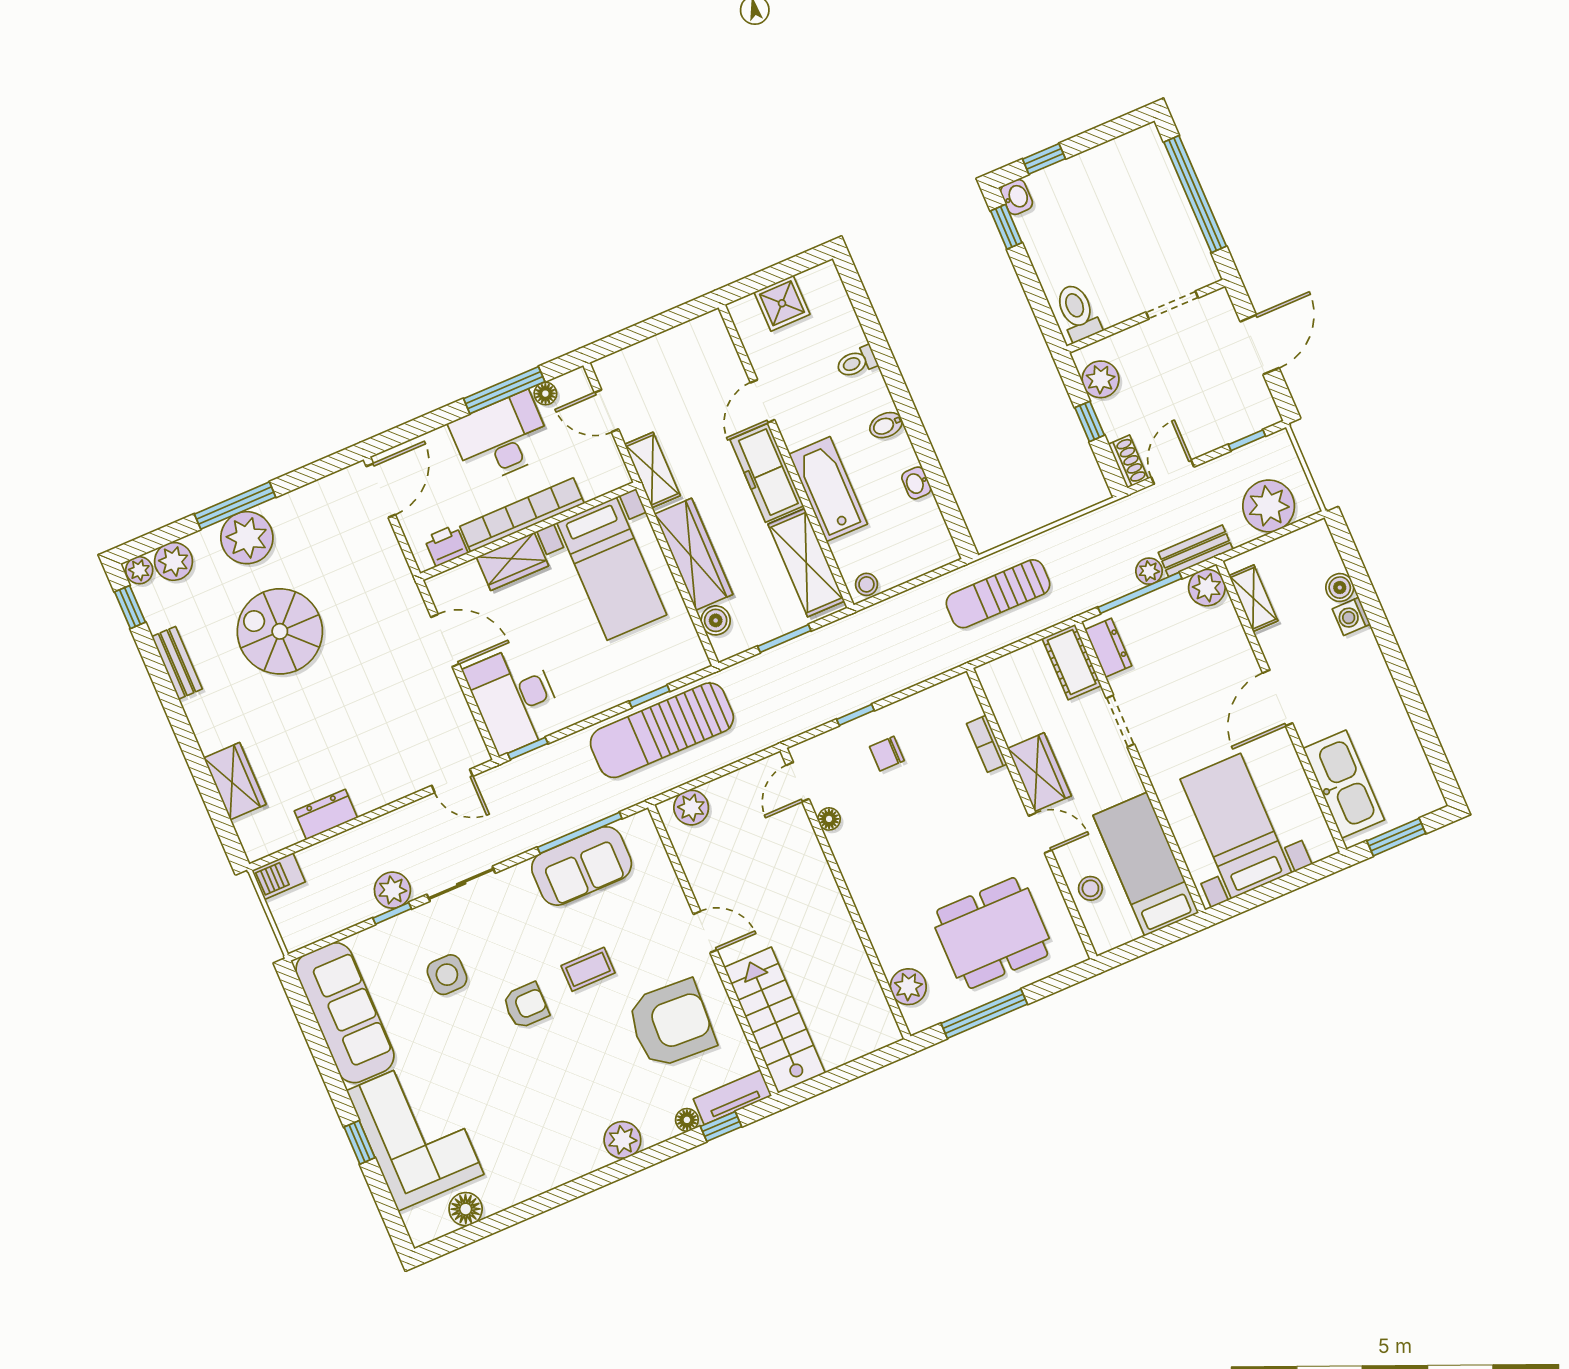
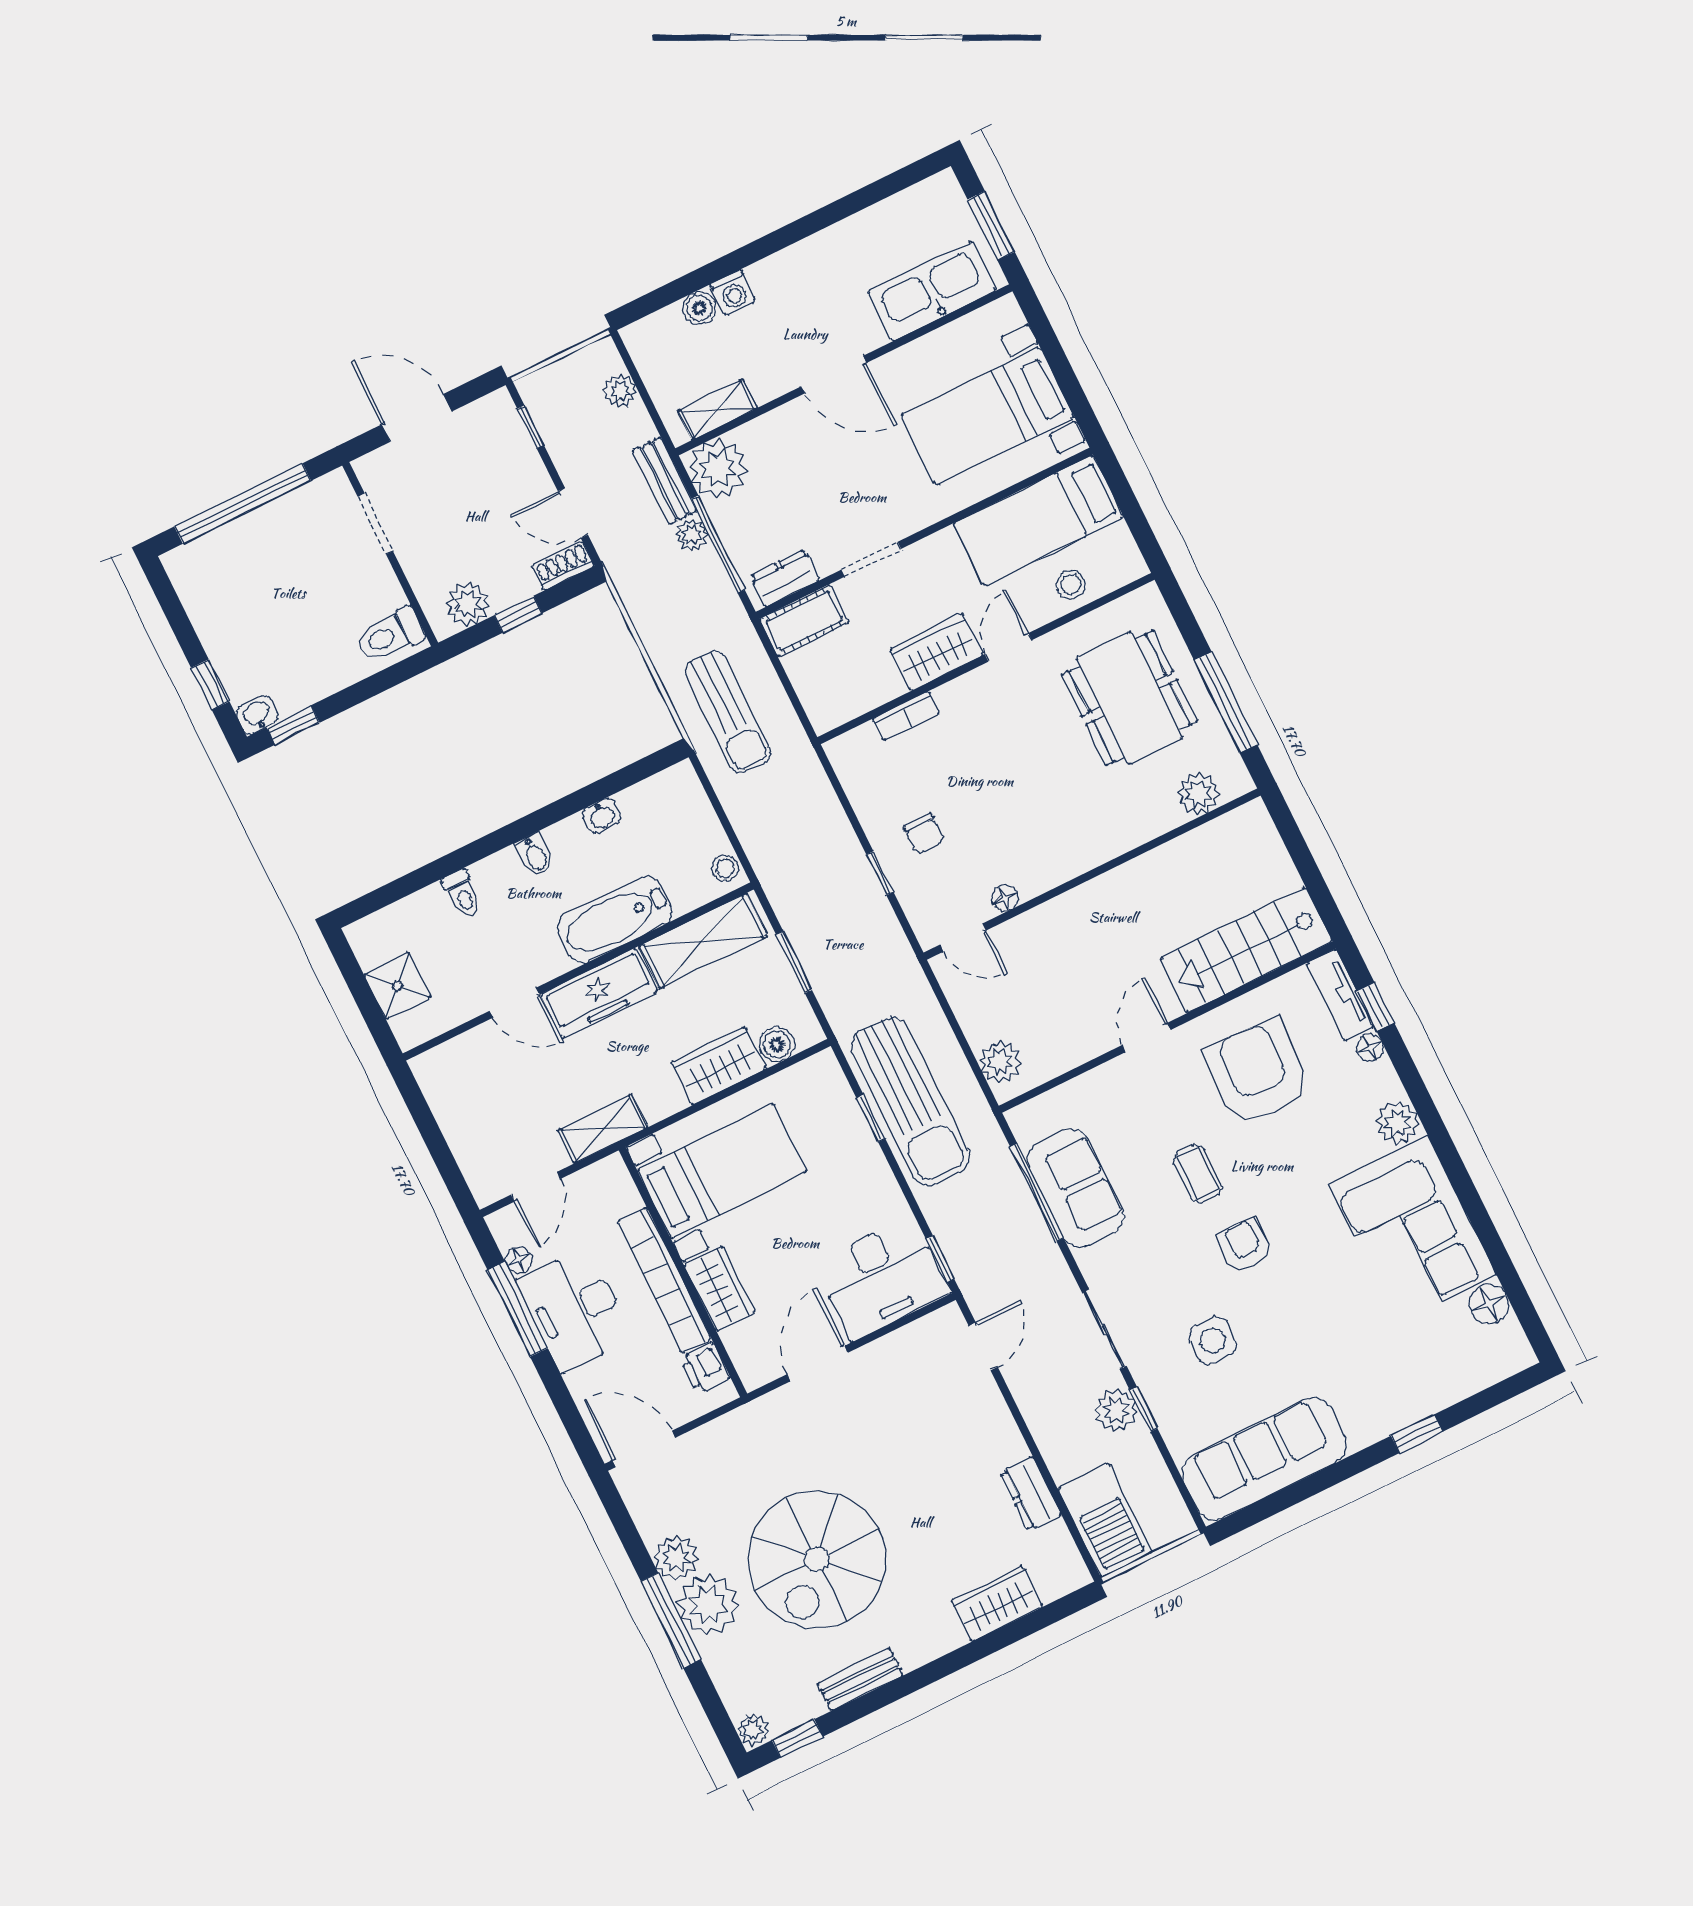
plant: (1269, 506) -> (620, 391), width x0.53, depth x0.53
wardrobe: (694, 554) -> (719, 1066), width x0.67
plant: (174, 561) -> (676, 1558), moved
plant: (1207, 588) -> (718, 469), width x1.36, depth x1.36
spiral stairs: (280, 631) -> (817, 1560), width x1.37, depth x1.37
barbecue: (279, 876) -> (1105, 1520), width x1.88, depth x1.53
corner sofa: (415, 1132) -> (1412, 1230), moved, turned -90

